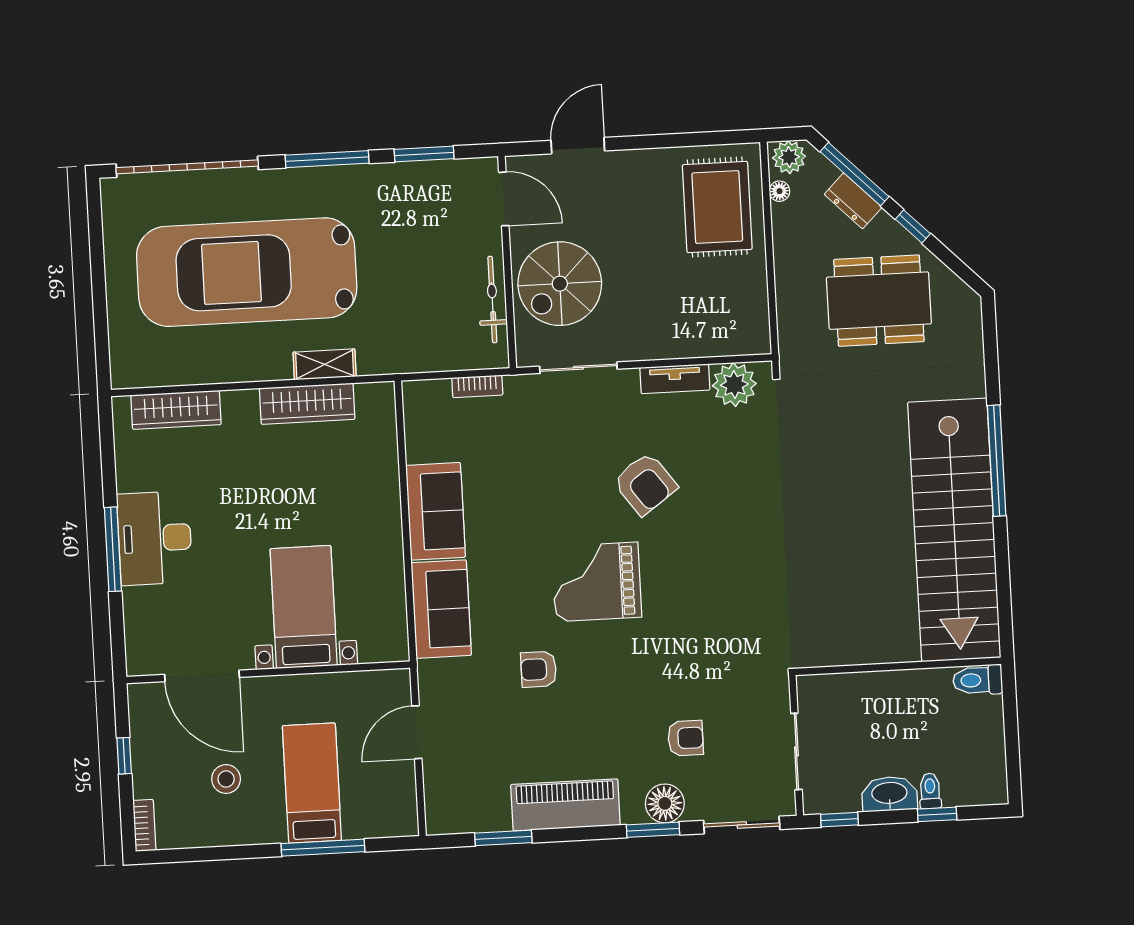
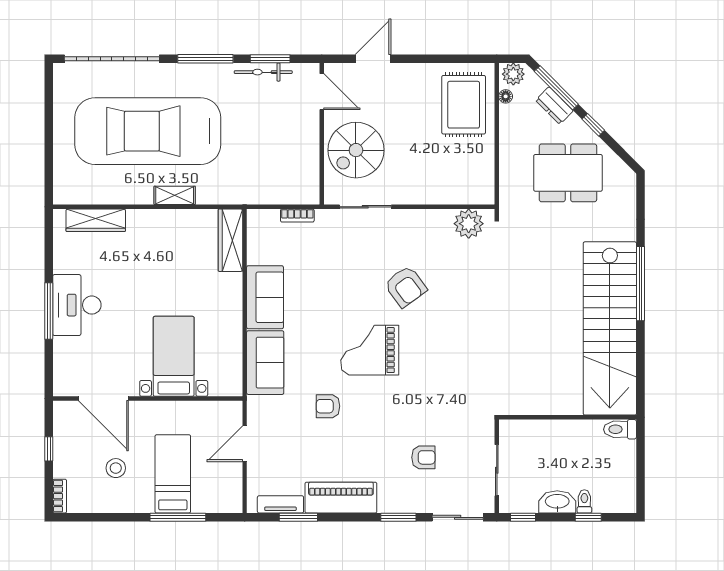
bicycle: (492, 300) -> (263, 72), moved, turned -90
shelving: (325, 364) -> (175, 195), moved
tv unit: (675, 379) -> (280, 504), moved, turned 180
wardrobe: (307, 404) -> (230, 240), moved, turned 90
floor lamp: (665, 803) -> (407, 500), removed

